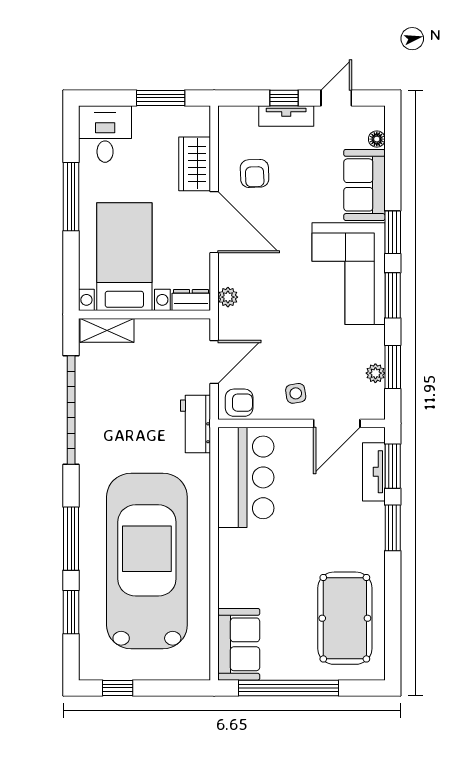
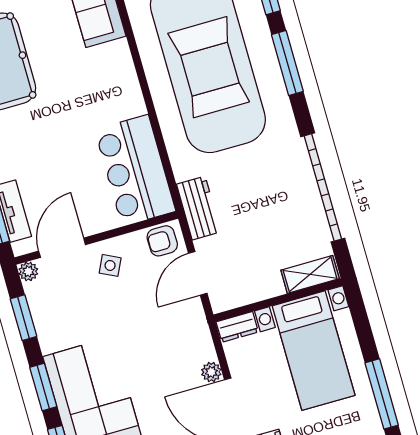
plant: (228, 297) -> (211, 372), moved
plant: (375, 373) -> (28, 271), moved
side table: (296, 393) -> (110, 265), turned 35

